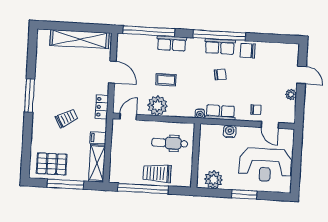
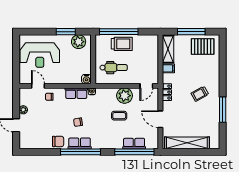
row of seats: (172, 43) -> (134, 144), moved
window: (29, 95) -> (223, 110), moved
trolley: (67, 118) -> (200, 94), moved
water cooler: (230, 131) -> (86, 79), moved
reception desk: (265, 165) -> (40, 55), turned 180
window: (143, 189) -> (119, 32), moved
window: (244, 194) -> (66, 32), moved

